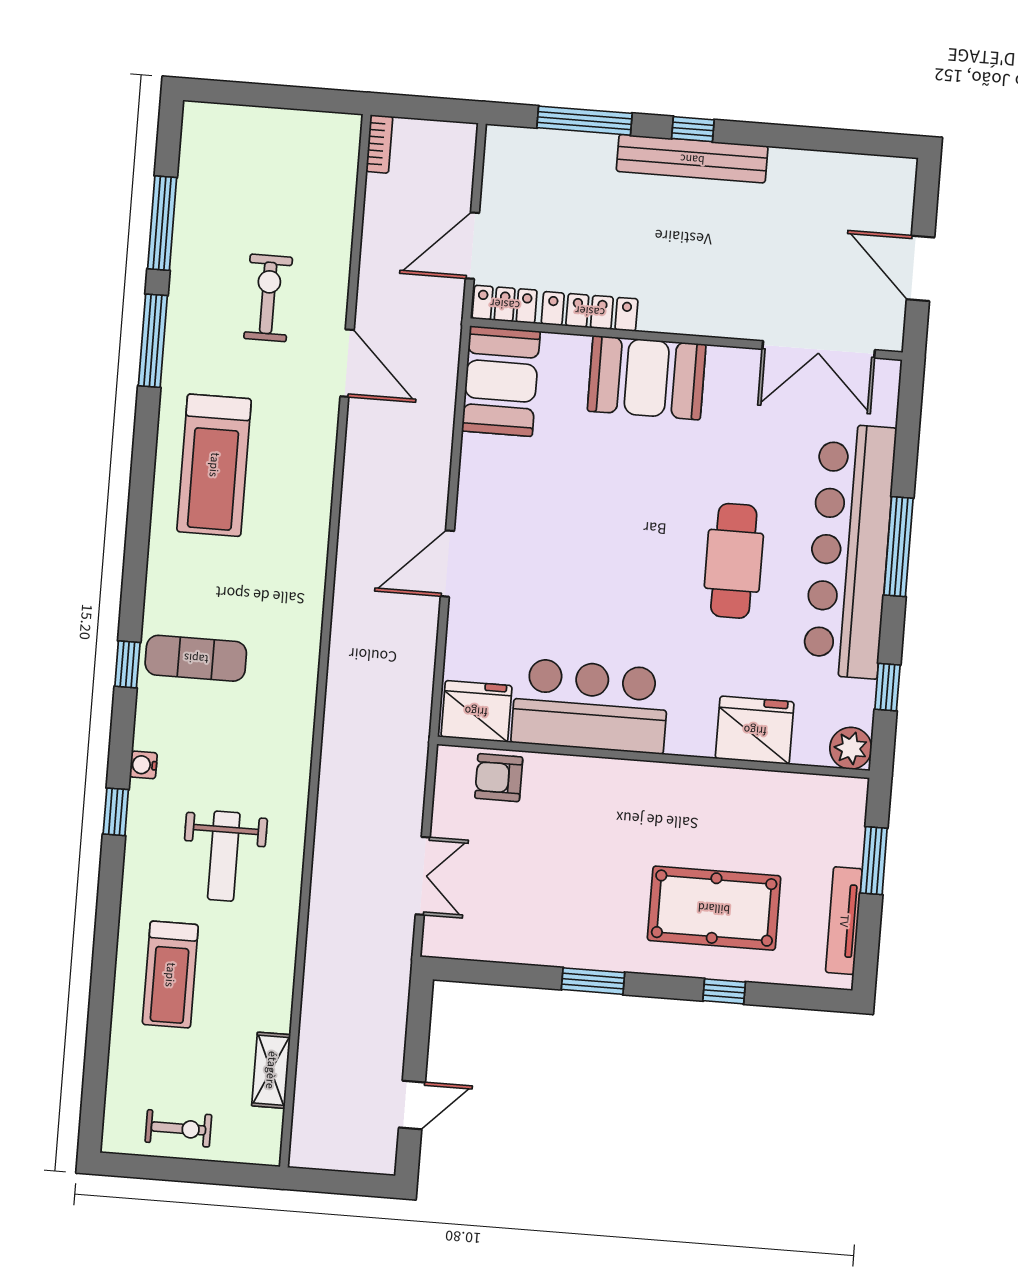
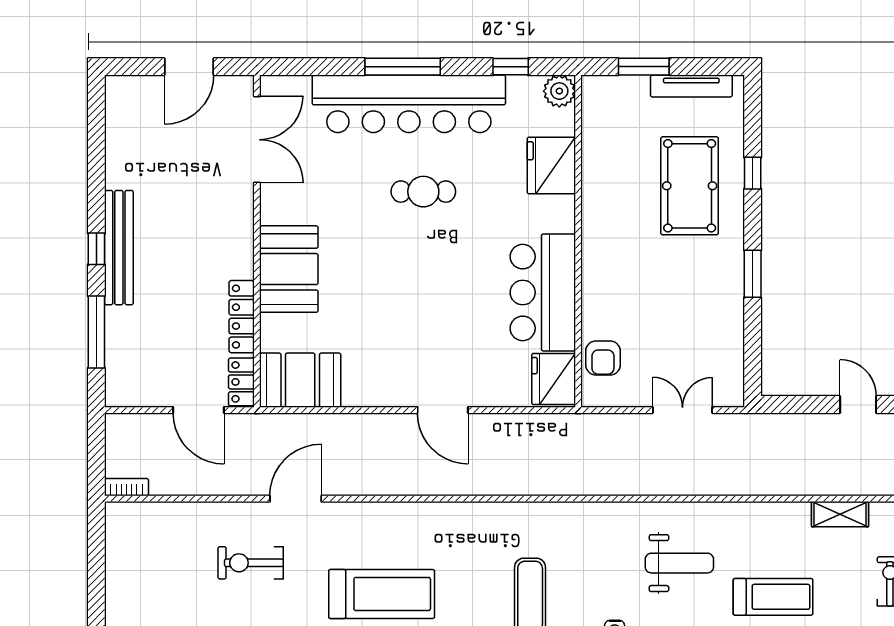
cafe table: (734, 561) -> (423, 192), width x0.73, depth x0.74

